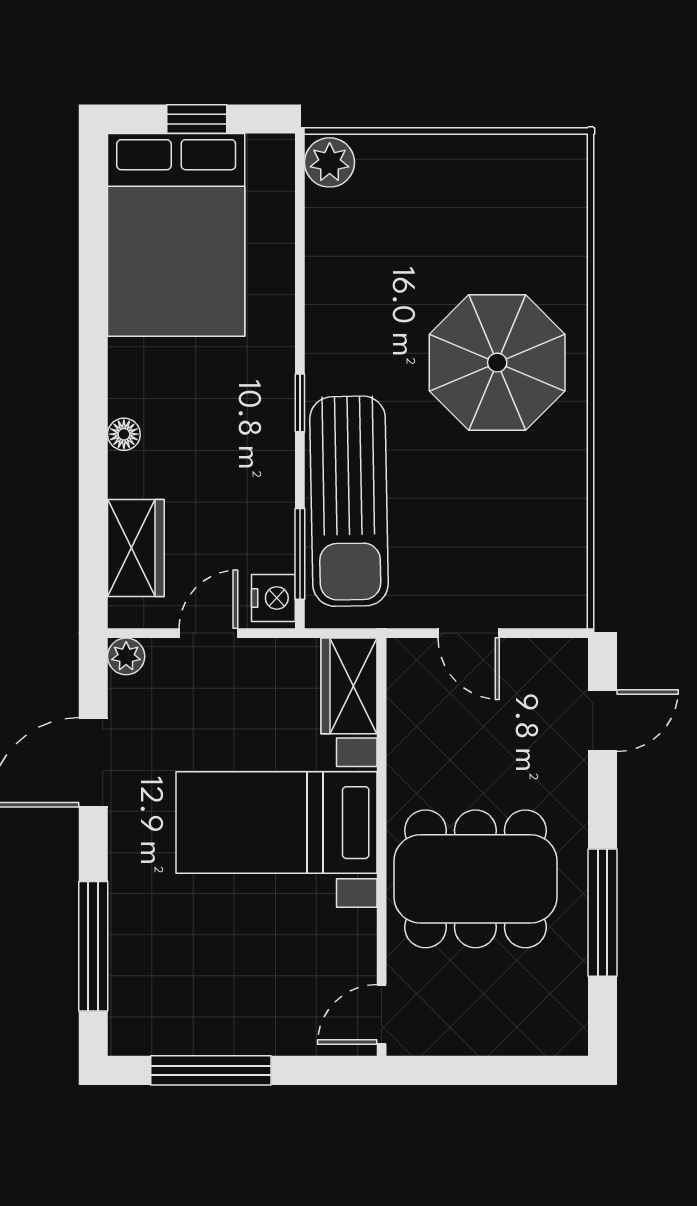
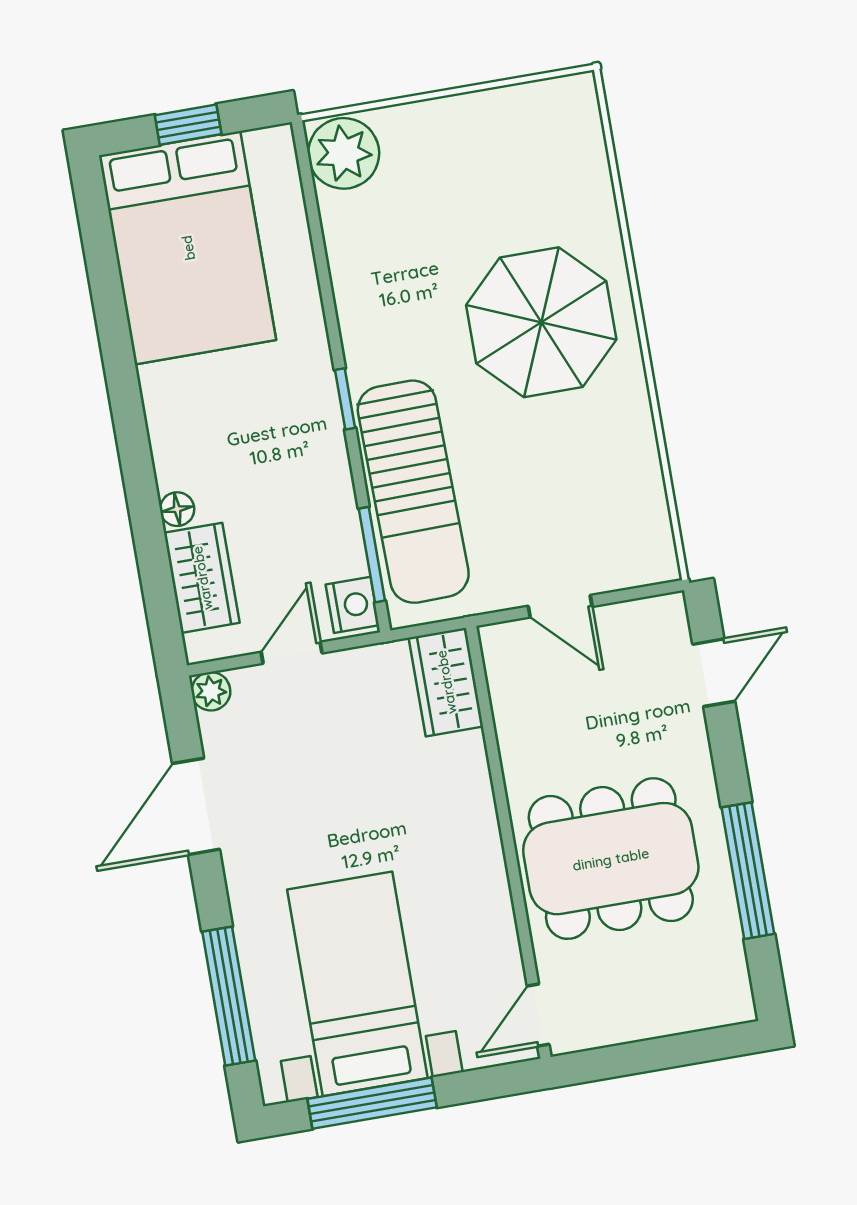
plant: (330, 162) -> (344, 153), width x1.36, depth x1.36
floor lamp: (124, 434) -> (177, 509), moved
bed with nightstands: (276, 823) -> (357, 984), moved, turned 90

